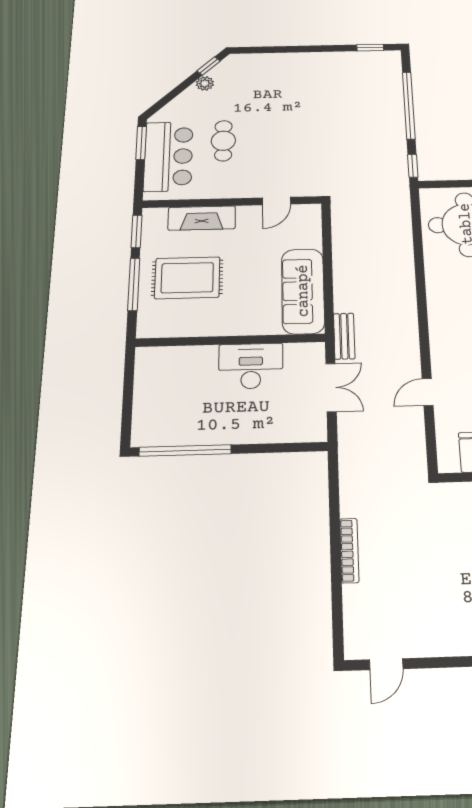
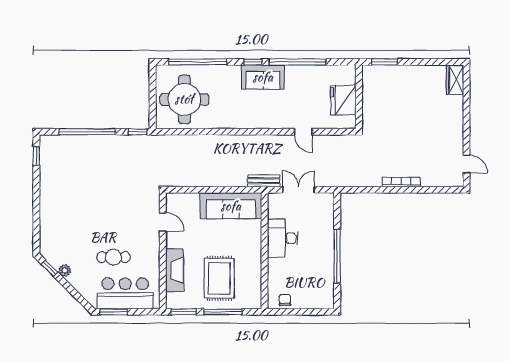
chair: (149, 372) -> (285, 300), added
window: (185, 451) -> (337, 256), moved

